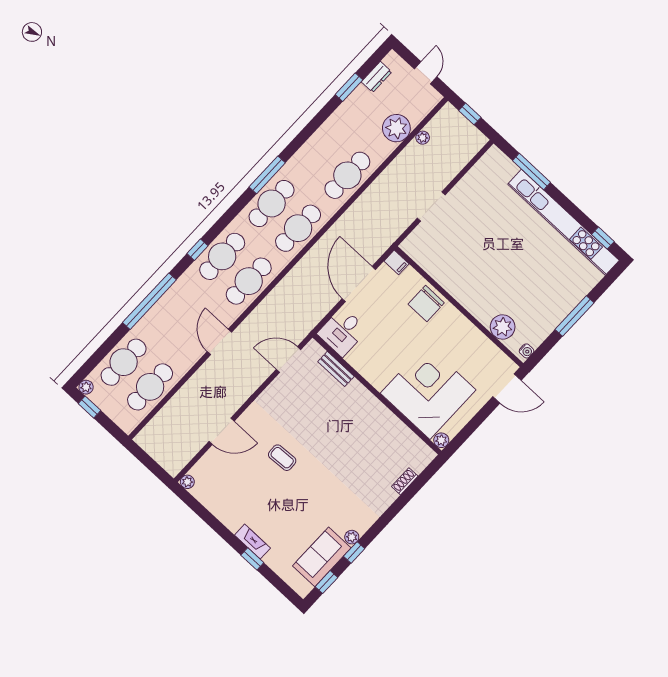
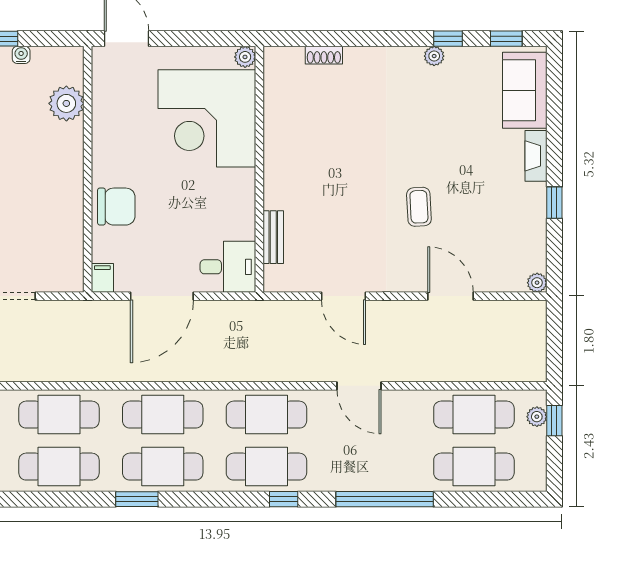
cafe table: (321, 151) -> (59, 467), added
window: (267, 175) -> (137, 499), width x0.69
door: (219, 342) -> (359, 386), hinge flipped
water cooler: (527, 351) -> (21, 55), moved
door: (288, 359) -> (344, 296), moved
plant: (86, 387) -> (537, 417), moved
window: (89, 407) -> (554, 421), moved
sofa: (322, 557) -> (525, 90), moved, turned 90
window: (252, 559) -> (554, 203), moved

